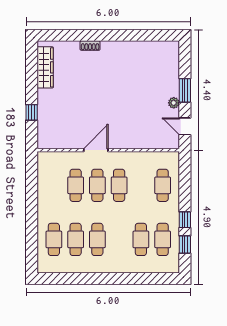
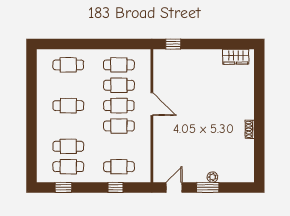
shoe rack: (90, 46) -> (250, 129), moved
wardrobe: (45, 67) -> (236, 57), width x0.67
plant: (174, 103) -> (212, 177), moved
window: (32, 112) -> (173, 44), moved
window: (185, 220) -> (115, 187), moved
cafe table: (76, 239) -> (119, 65), moved

